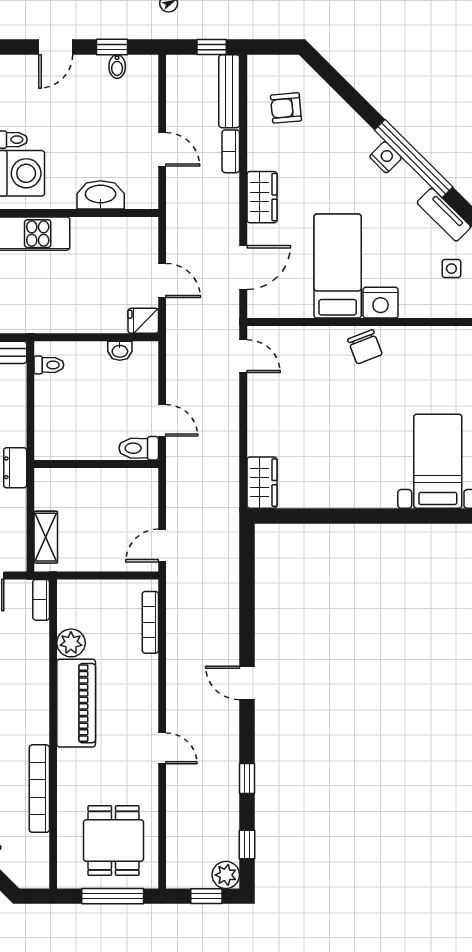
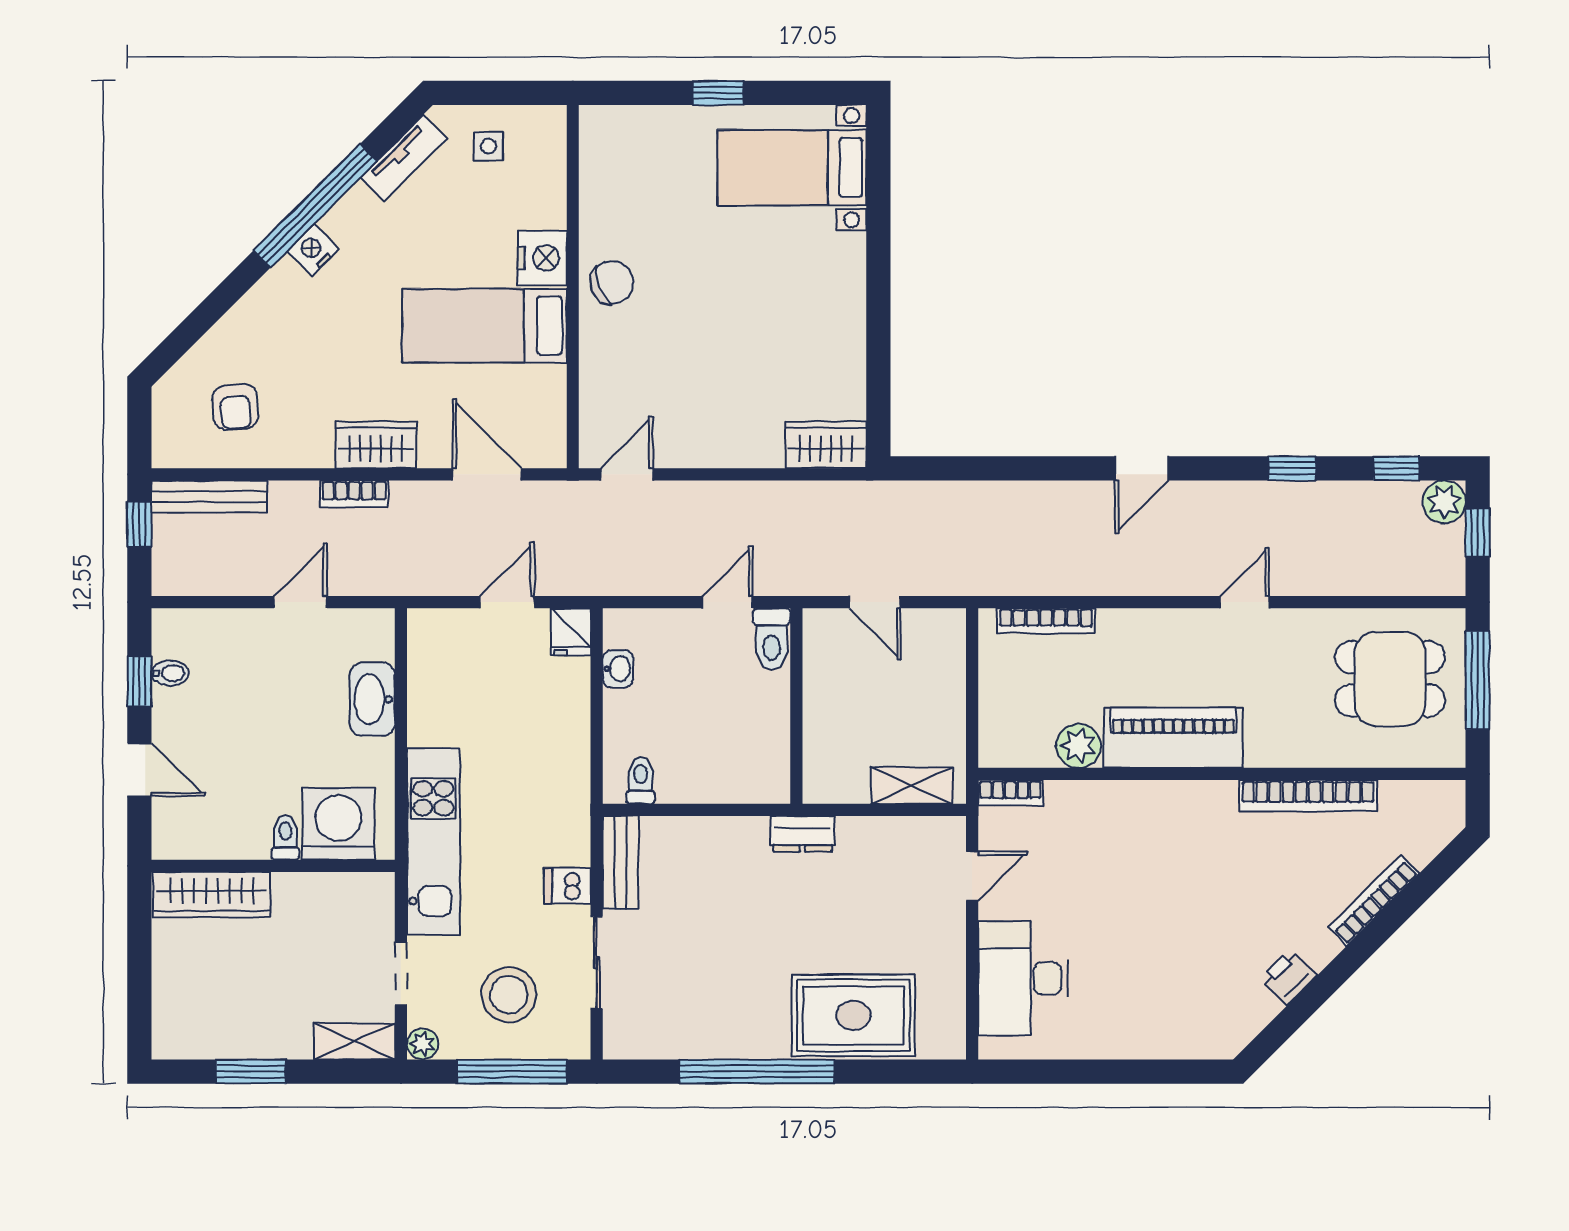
bookcase: (231, 151) -> (354, 494), moved
door: (162, 546) -> (875, 602), moved

